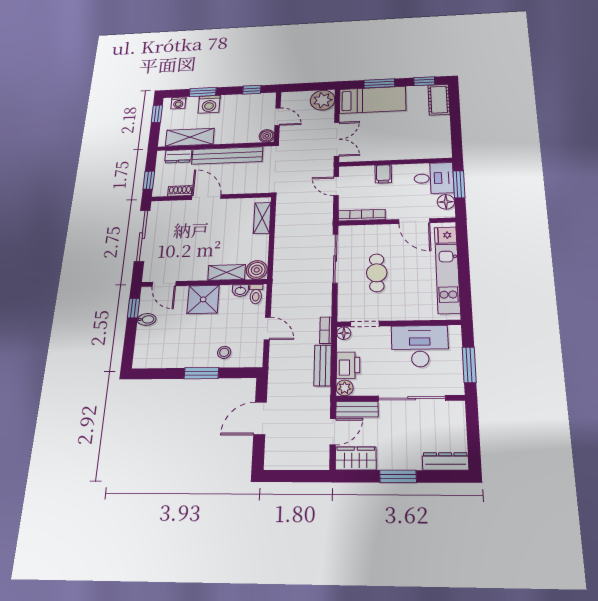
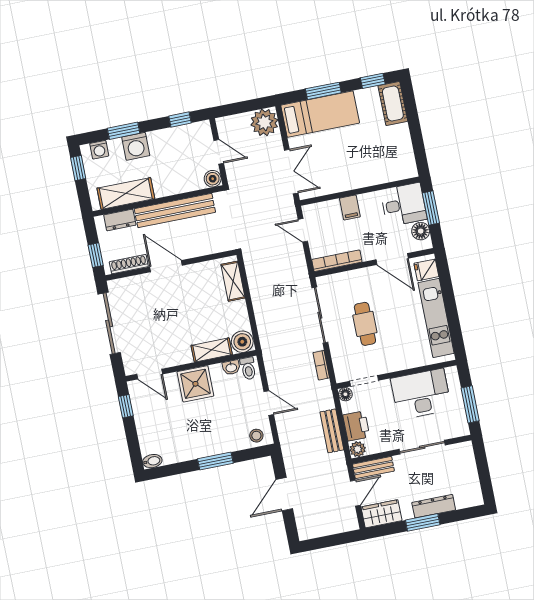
shoe rack: (180, 191) -> (129, 264), width x1.43
bidet: (147, 319) -> (152, 461), moved
bookcase: (326, 330) -> (321, 365), moved
stool: (224, 352) -> (256, 436), moved
sliding door: (412, 398) -> (422, 447), width x0.73
dresser: (445, 462) -> (434, 506), moved

